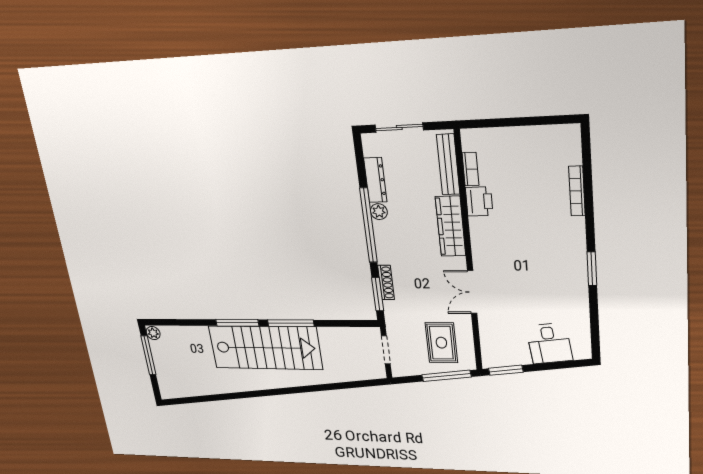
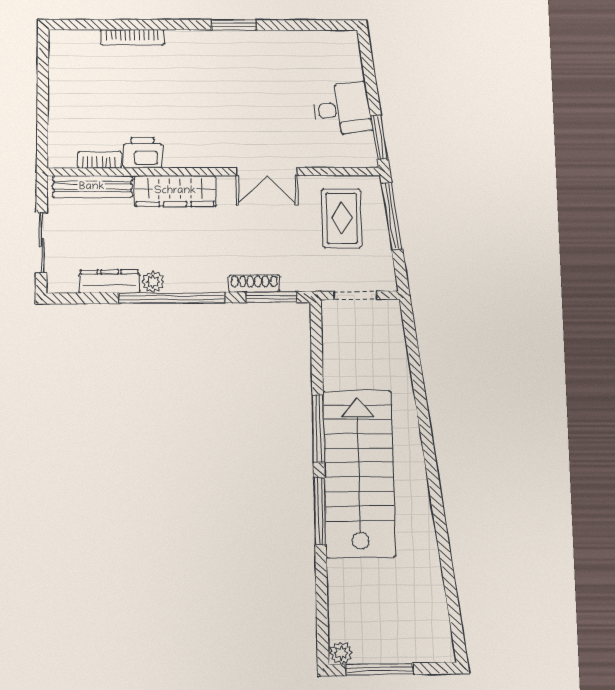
rug: (441, 343) -> (342, 218), turned 90
desk: (549, 343) -> (342, 109), moved

